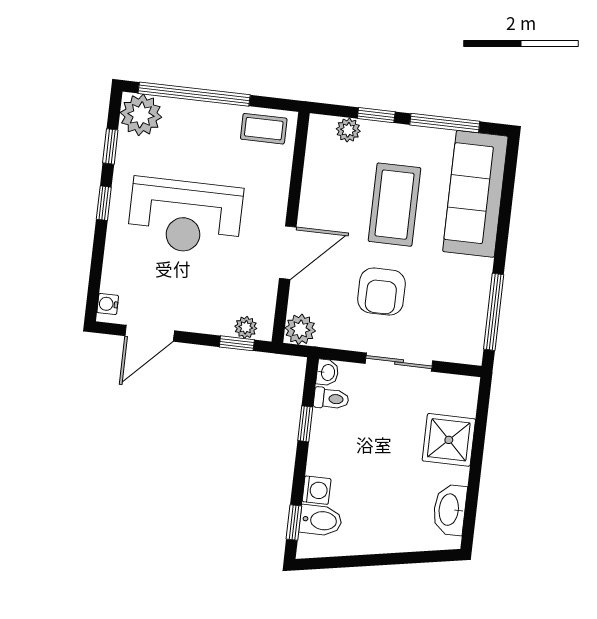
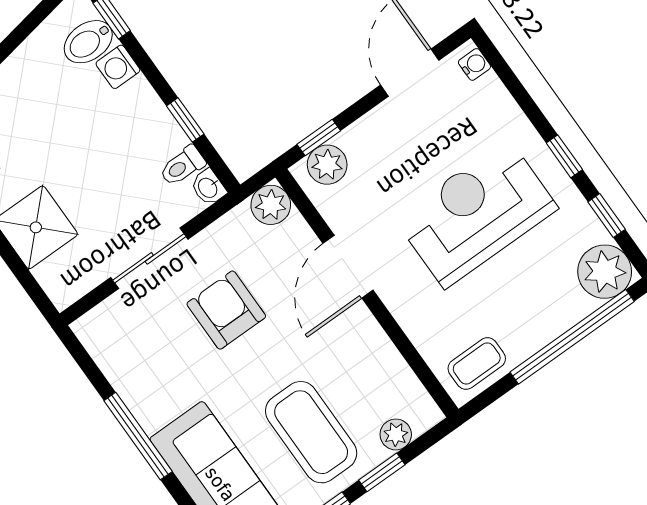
coffee table: (395, 205) -> (311, 432), moved
window: (494, 312) -> (138, 436), moved
plant: (246, 327) -> (327, 165), width x1.38, depth x1.38

